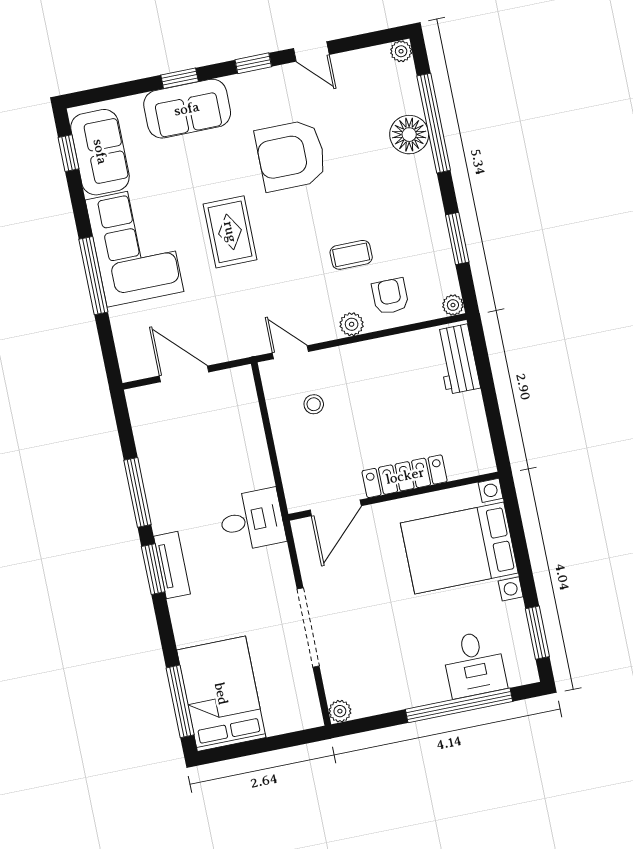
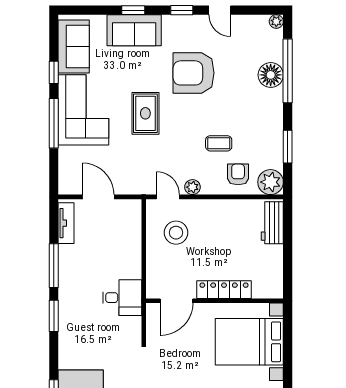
window: (69, 153) -> (54, 72), moved
plant: (453, 305) -> (271, 182), width x1.87, depth x1.87
plant: (352, 324) -> (192, 187), moved
stool: (314, 404) -> (176, 233), width x1.89, depth x1.89
tv unit: (172, 565) -> (66, 223), moved

